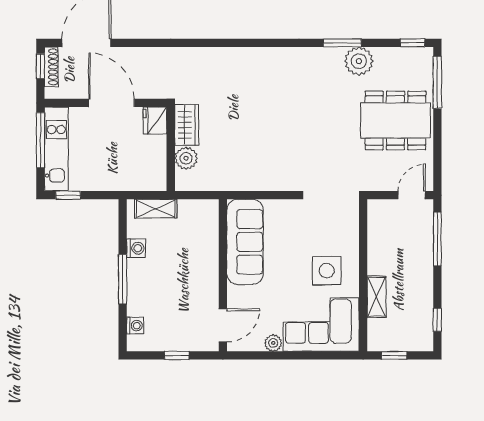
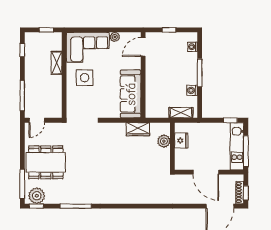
window: (342, 43) -> (76, 206), width x1.44
plant: (359, 61) -> (37, 196), moved
fridge: (155, 121) -> (181, 140), moved
wardrobe: (187, 125) -> (138, 129), moved, turned -90

